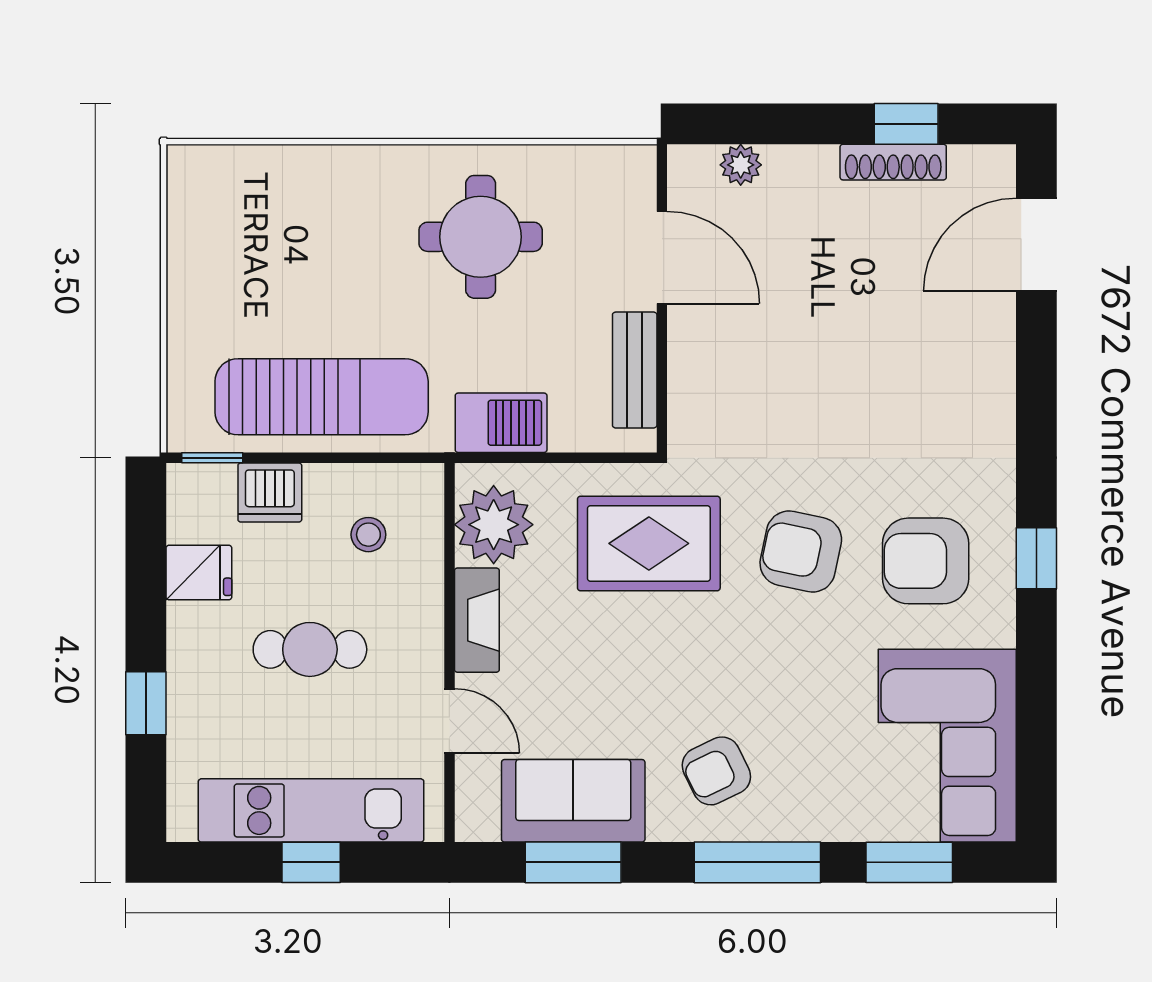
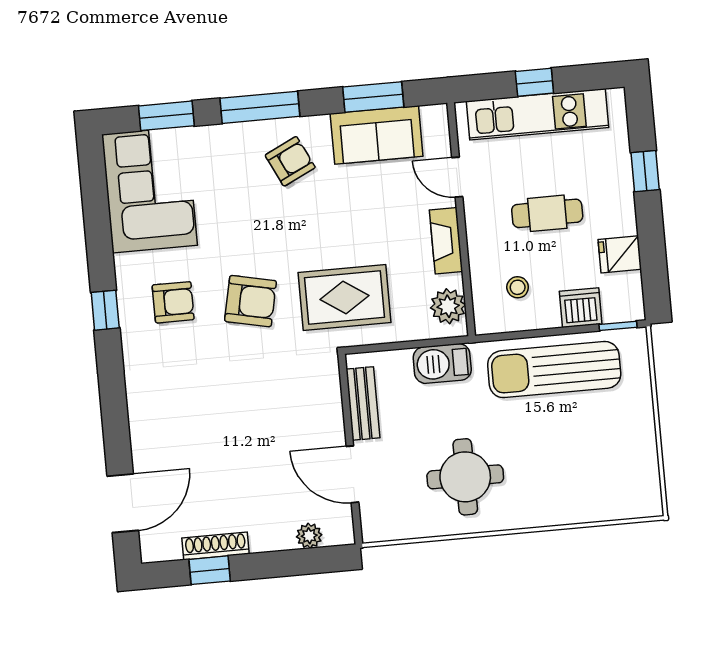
plant: (494, 525) -> (448, 306), width x0.73, depth x0.73
armchair: (926, 561) -> (173, 302), width x0.72, depth x0.72

